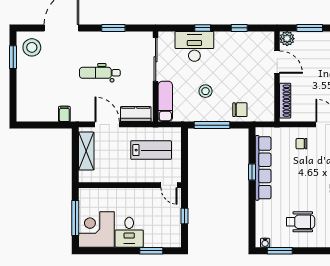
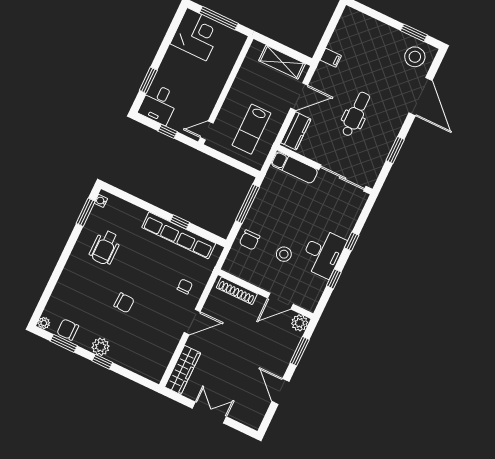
desk: (194, 46) -> (323, 253), moved
stool: (205, 91) -> (284, 254), moved
desk: (129, 232) -> (159, 104), moved, turned -90

